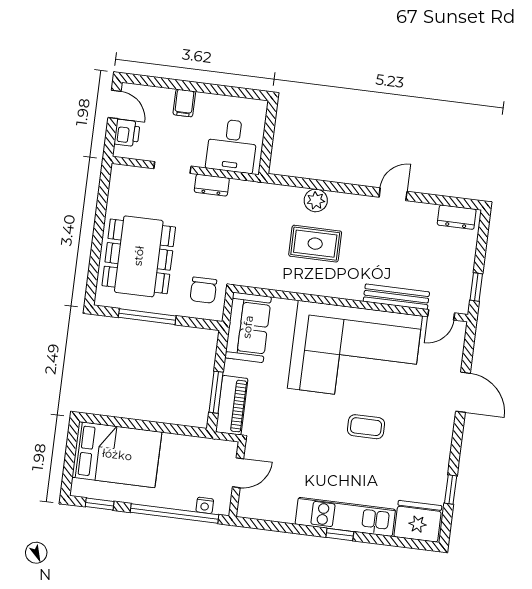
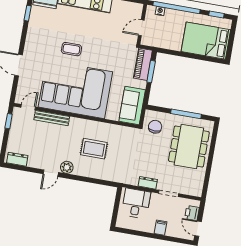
plant: (316, 200) -> (67, 167), moved

